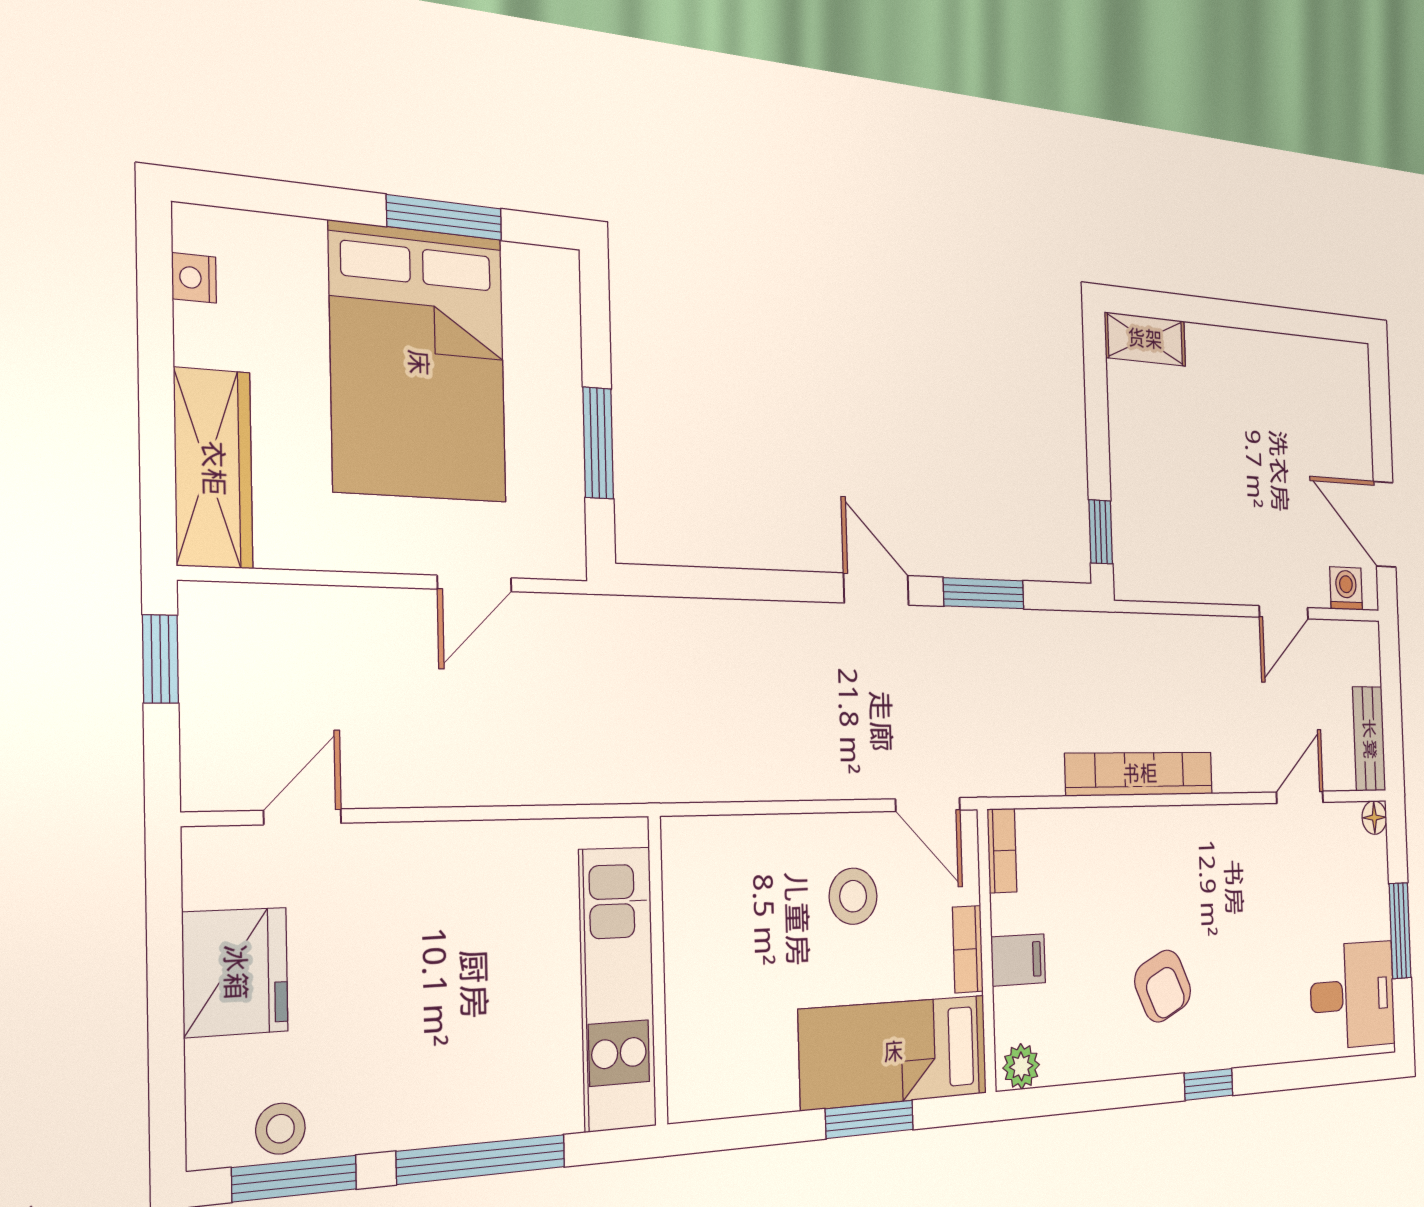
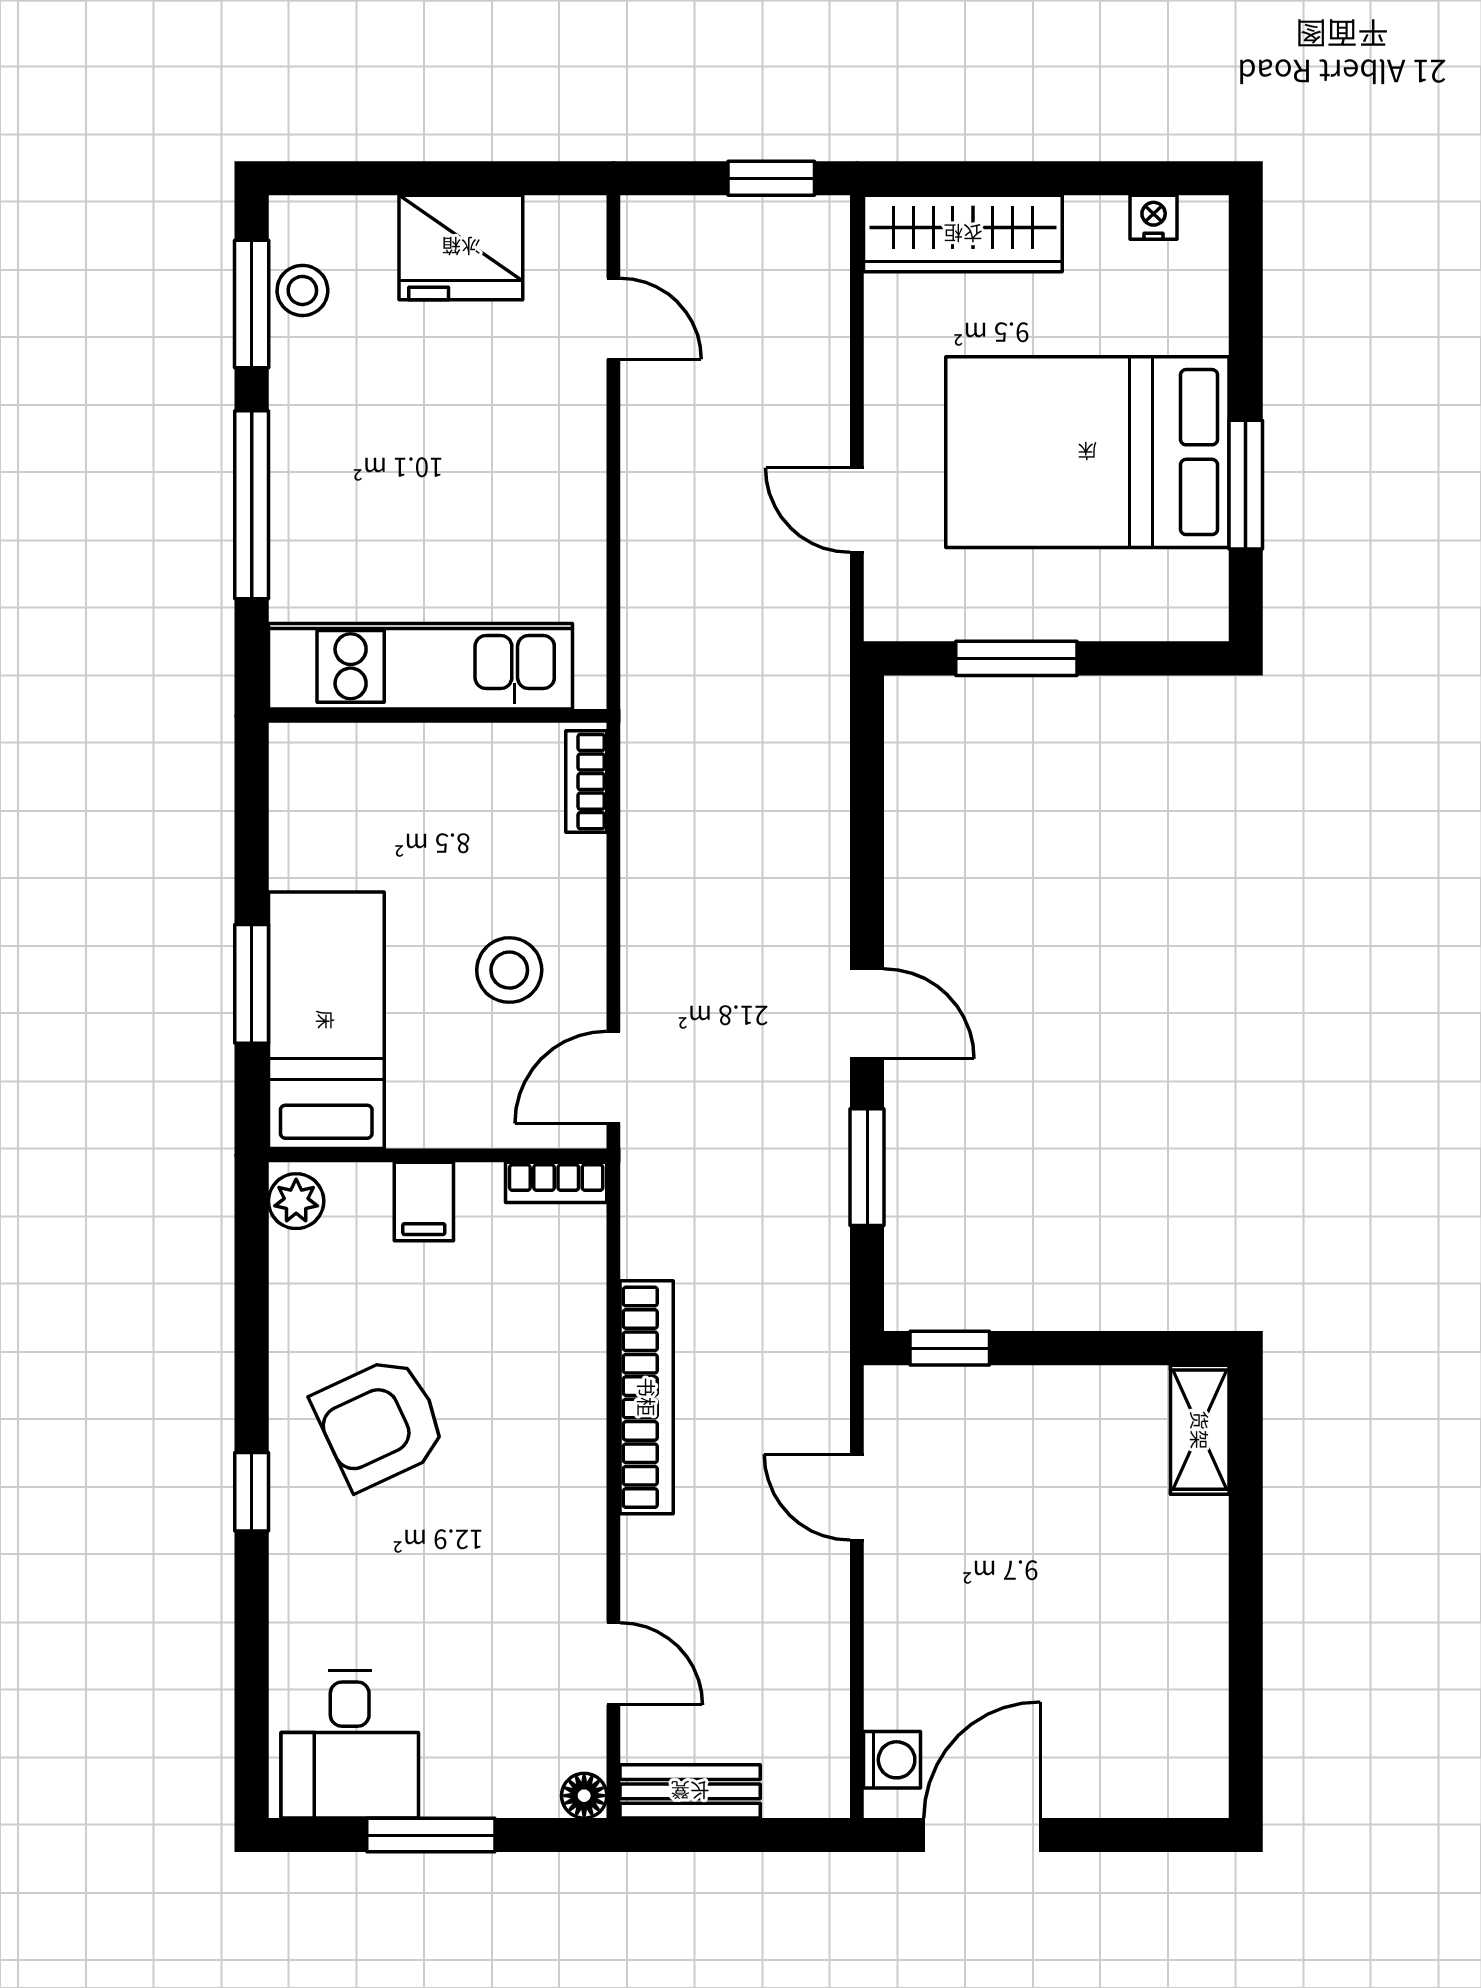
door: (876, 589) -> (867, 1014), hinge flipped
door: (1284, 612) -> (857, 1497), moved
bookcase: (968, 949) -> (586, 782), moved, turned -90
armchair: (1163, 986) -> (380, 1423), width x1.38, depth x1.38

